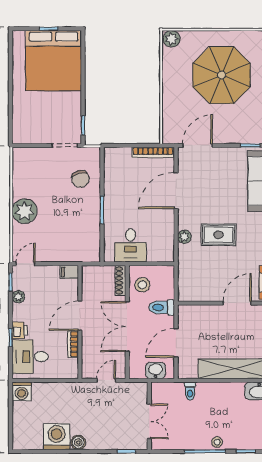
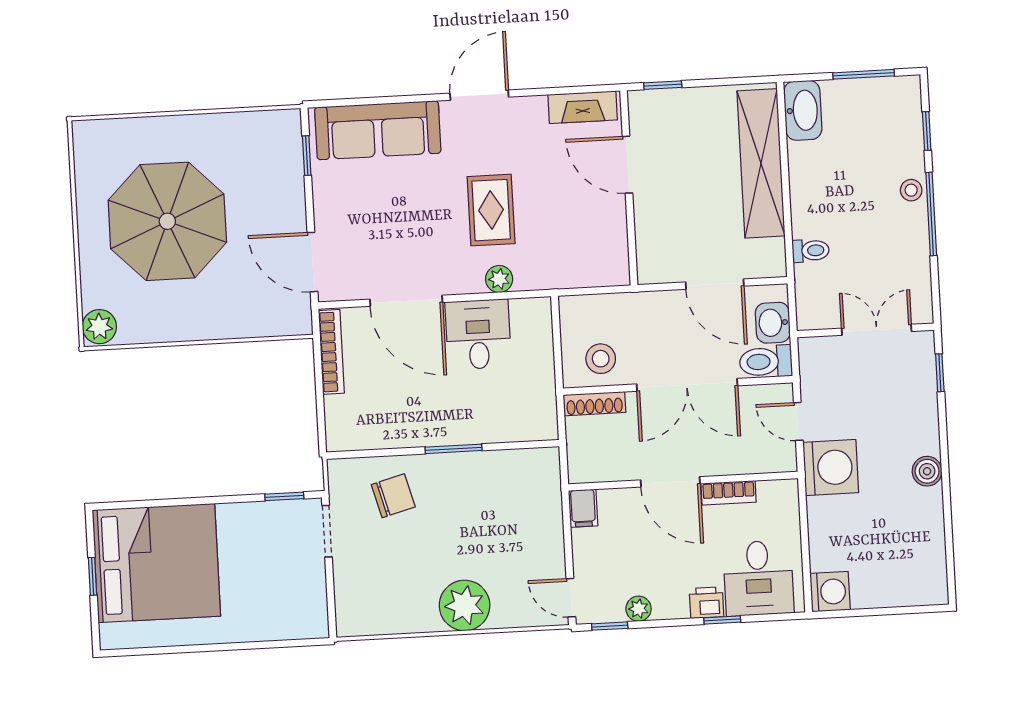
desk: (131, 245) -> (478, 334), moved, turned -90
toilet: (162, 307) -> (766, 362), moved, turned 90
washing machine: (57, 437) -> (831, 467), moved, turned 180

